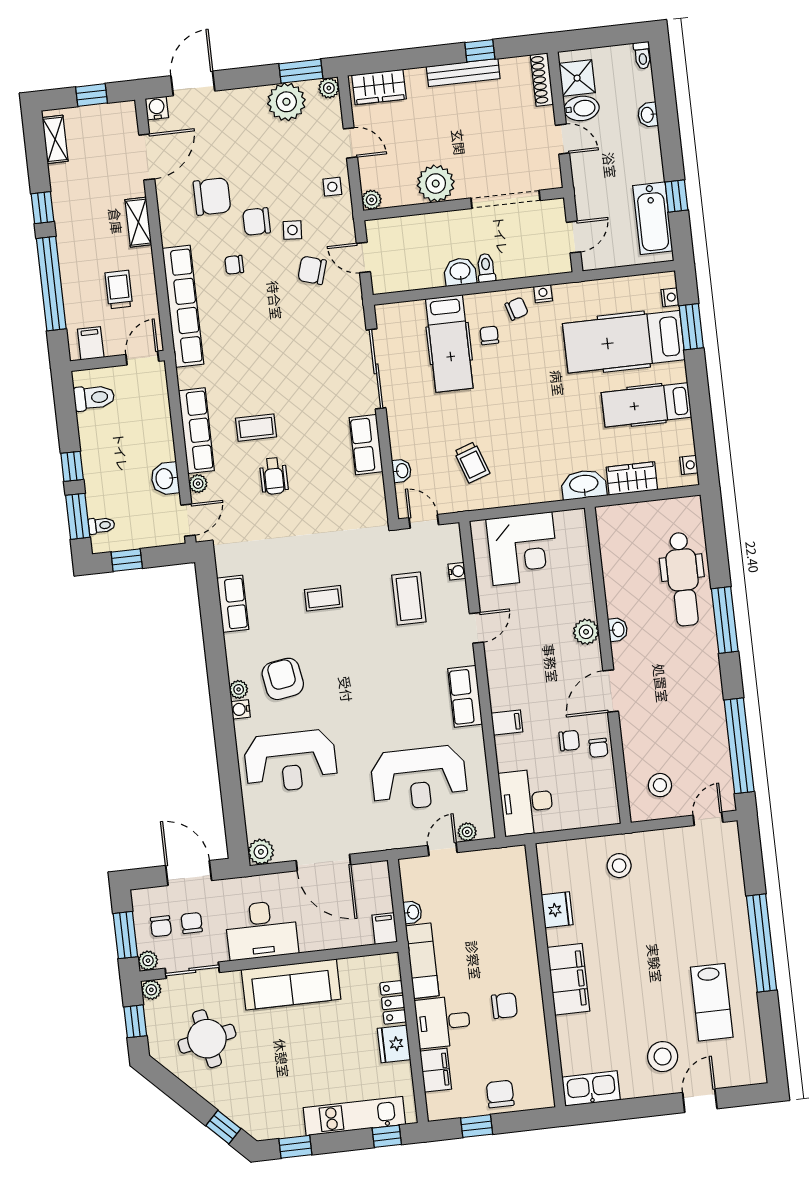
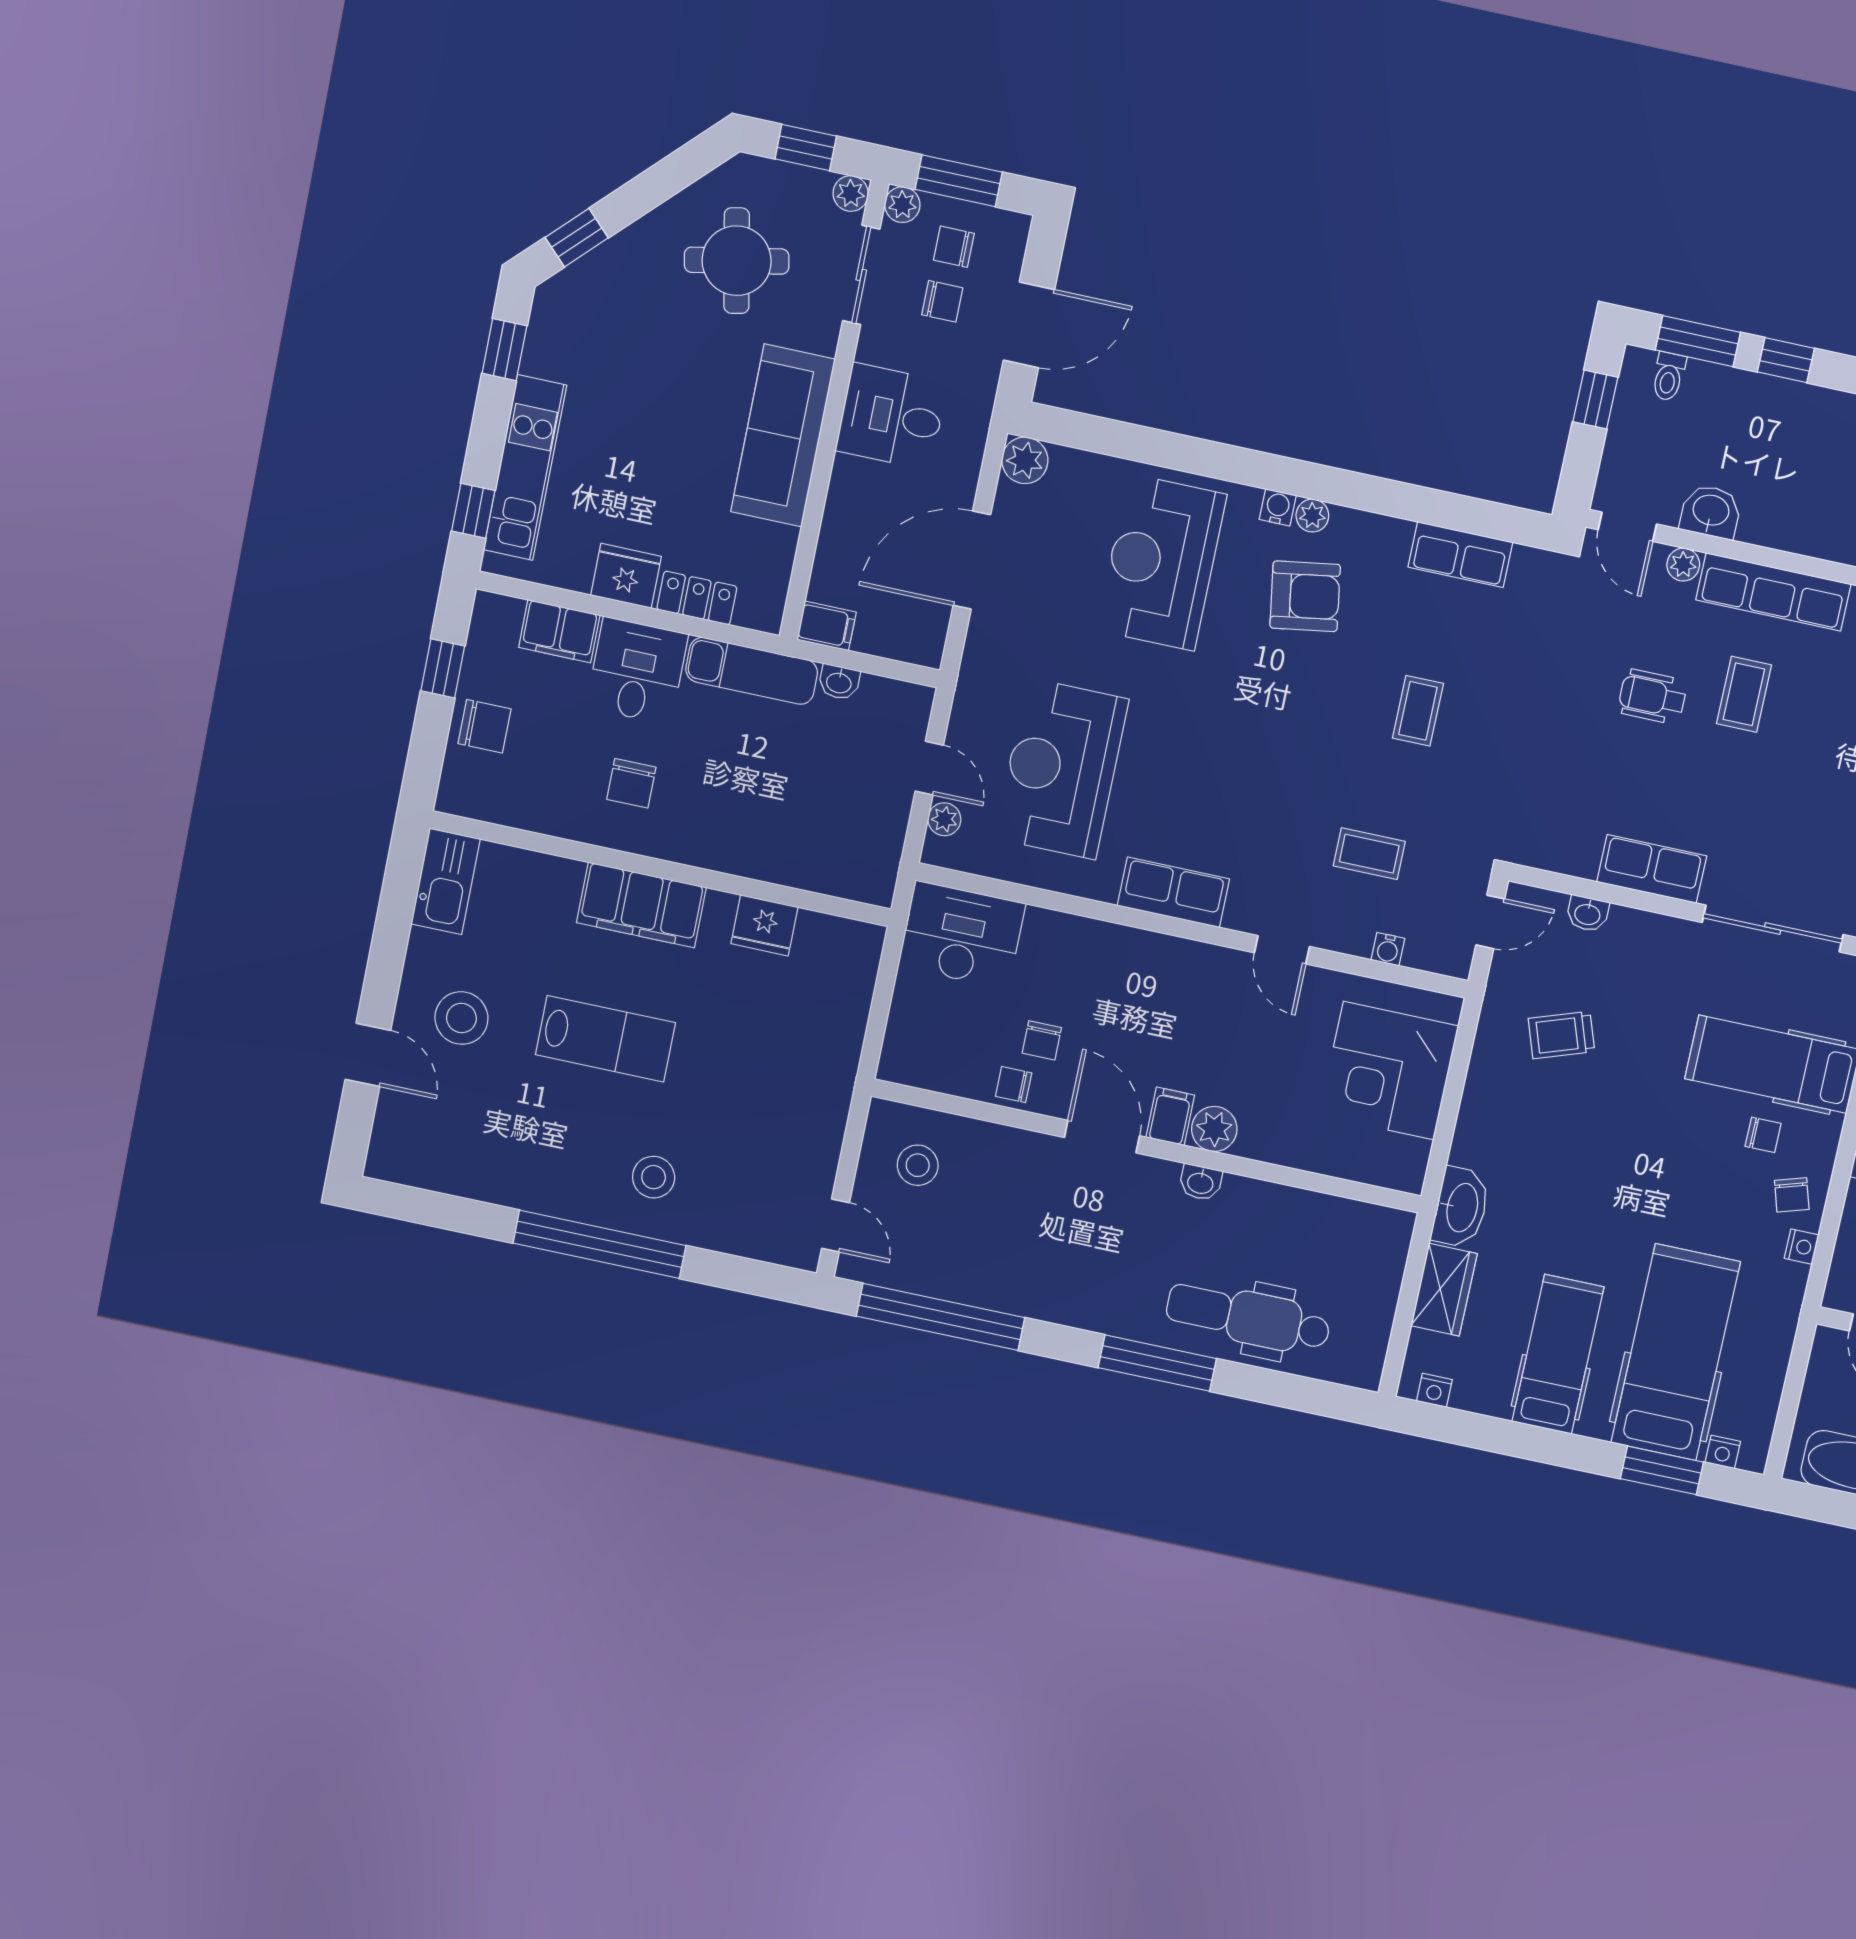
coffee table: (409, 599) -> (1369, 854), width x0.73, depth x0.77
filing cabinet: (507, 722) -> (1170, 1116), moved, turned 180
stool: (619, 866) -> (654, 1177), moved
desk: (261, 930) -> (892, 416), width x0.73
lab bench: (712, 1002) -> (605, 1039), moved, turned 180

